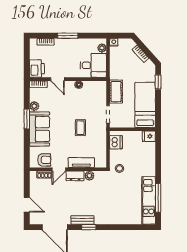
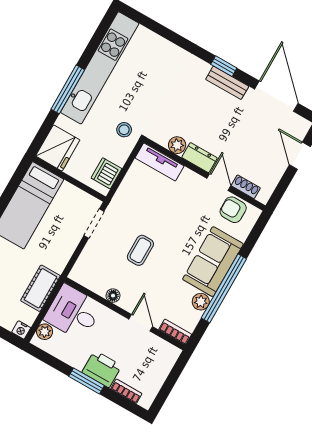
printer: (37, 69) -> (102, 369), moved, turned 90
cot: (116, 92) -> (40, 288), moved
window: (27, 119) -> (224, 288), width x2.11
coffee table: (80, 128) -> (140, 250), moved
fridge: (149, 136) -> (58, 148), width x1.88, depth x1.34
tv unit: (81, 163) -> (160, 162), moved
door: (59, 169) -> (219, 182), hinge flipped
window: (158, 198) -> (68, 89), moved
kitchen unit: (149, 200) -> (100, 68), width x1.36

